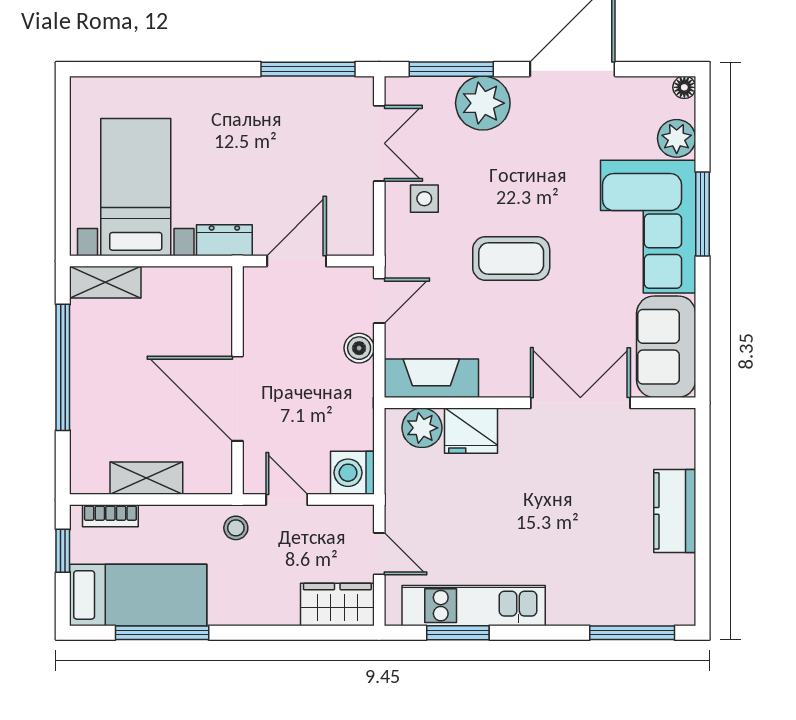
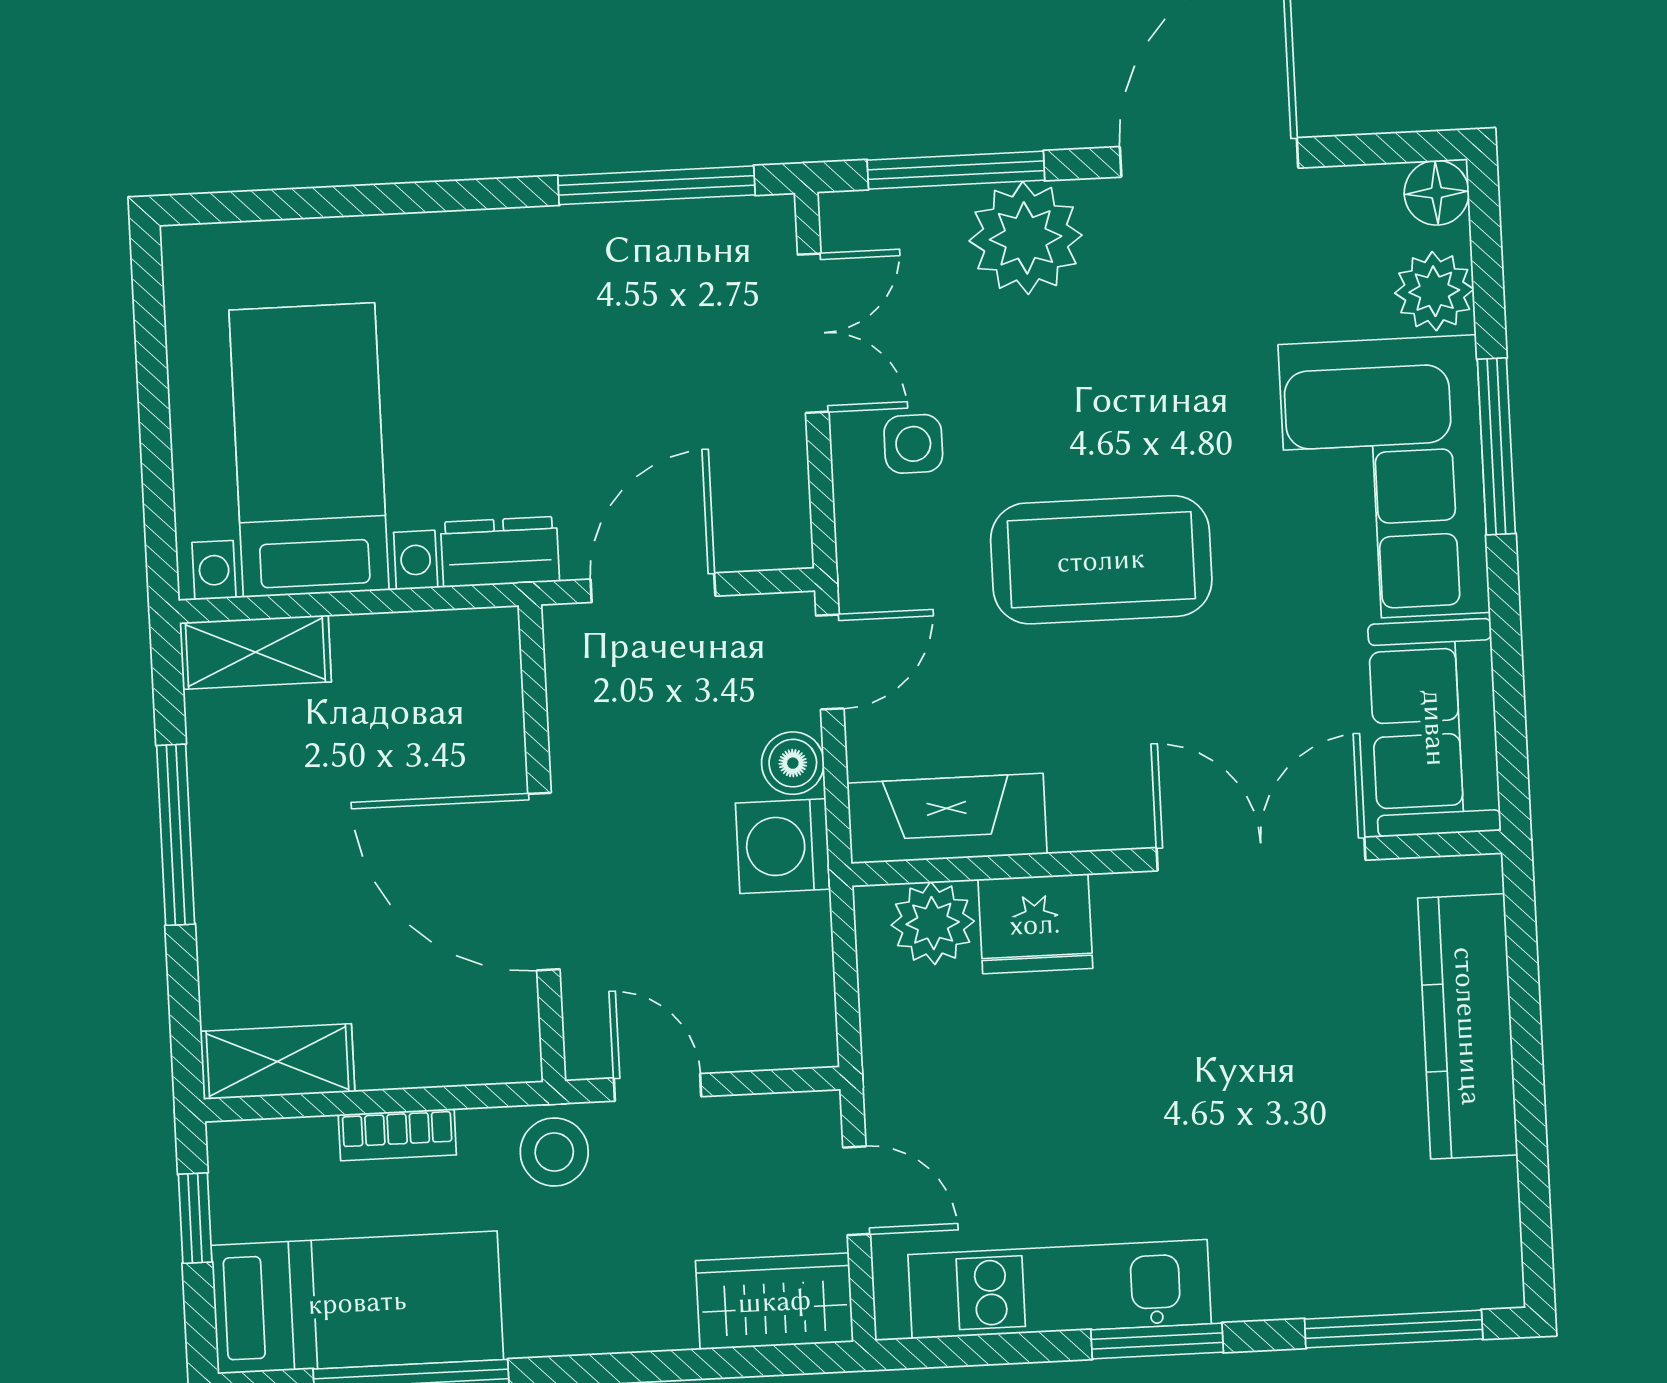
floor lamp: (684, 87) -> (1437, 193), width x1.37, depth x1.37
coffee table: (511, 258) -> (1101, 560), width x1.36, depth x1.32
window: (63, 367) -> (176, 835), width x0.68
washing machine: (352, 473) -> (783, 846), moved
shelving: (146, 478) -> (277, 1062), moved
kitchen counter: (675, 511) -> (1468, 1026), width x1.50
bookcase: (110, 516) -> (397, 1135), moved
stool: (236, 528) -> (554, 1152), width x1.37, depth x1.37
window: (458, 633) -> (1157, 1341), moved

